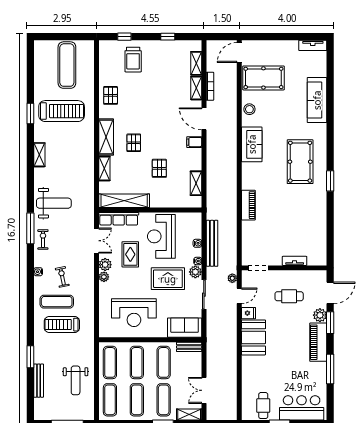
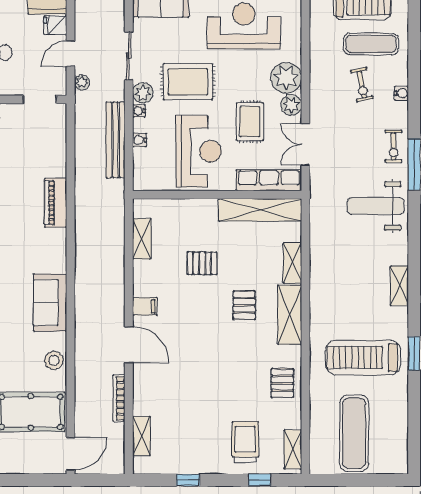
shelving: (196, 88) -> (293, 450), moved
pallet: (159, 168) -> (202, 263), turned 90
plant: (104, 277) -> (286, 78), width x1.88, depth x1.88

